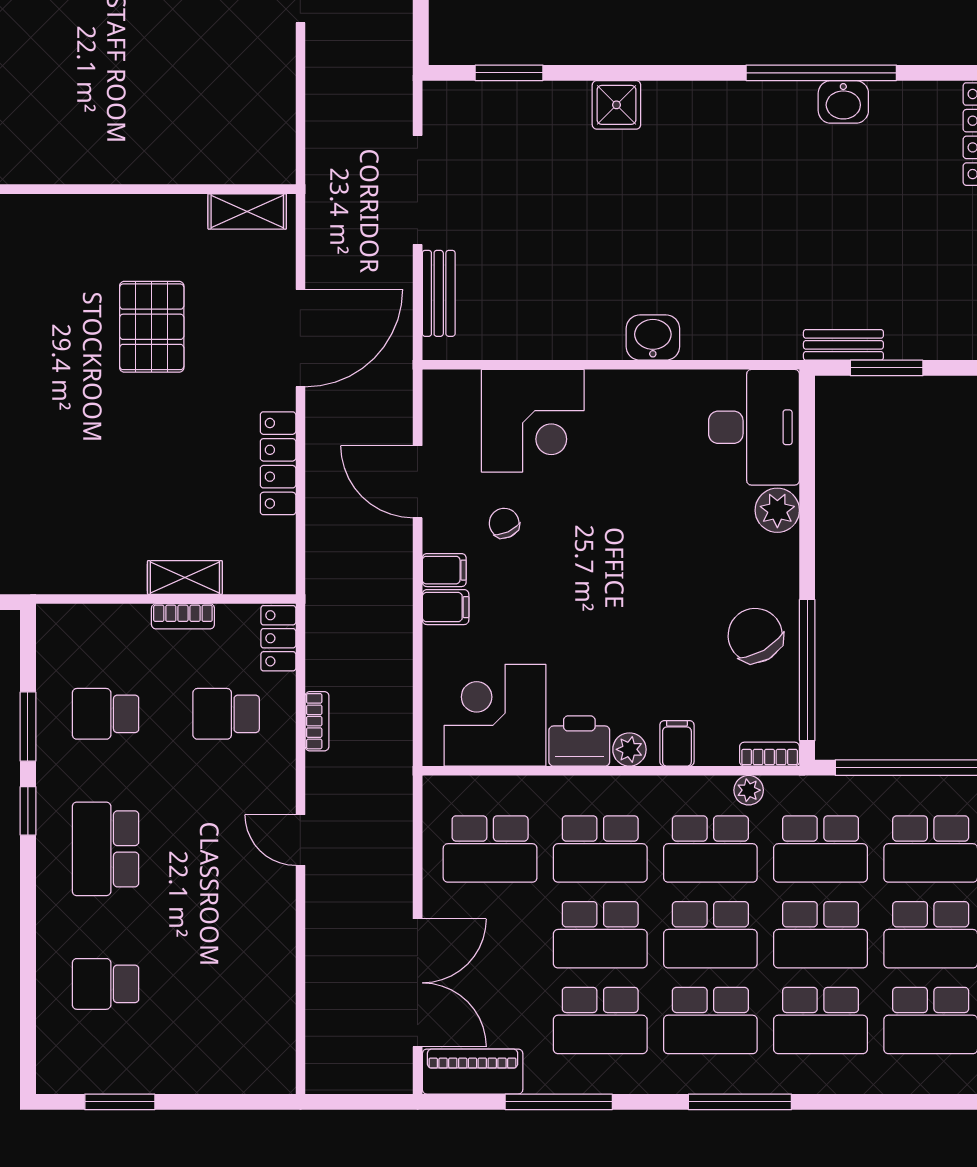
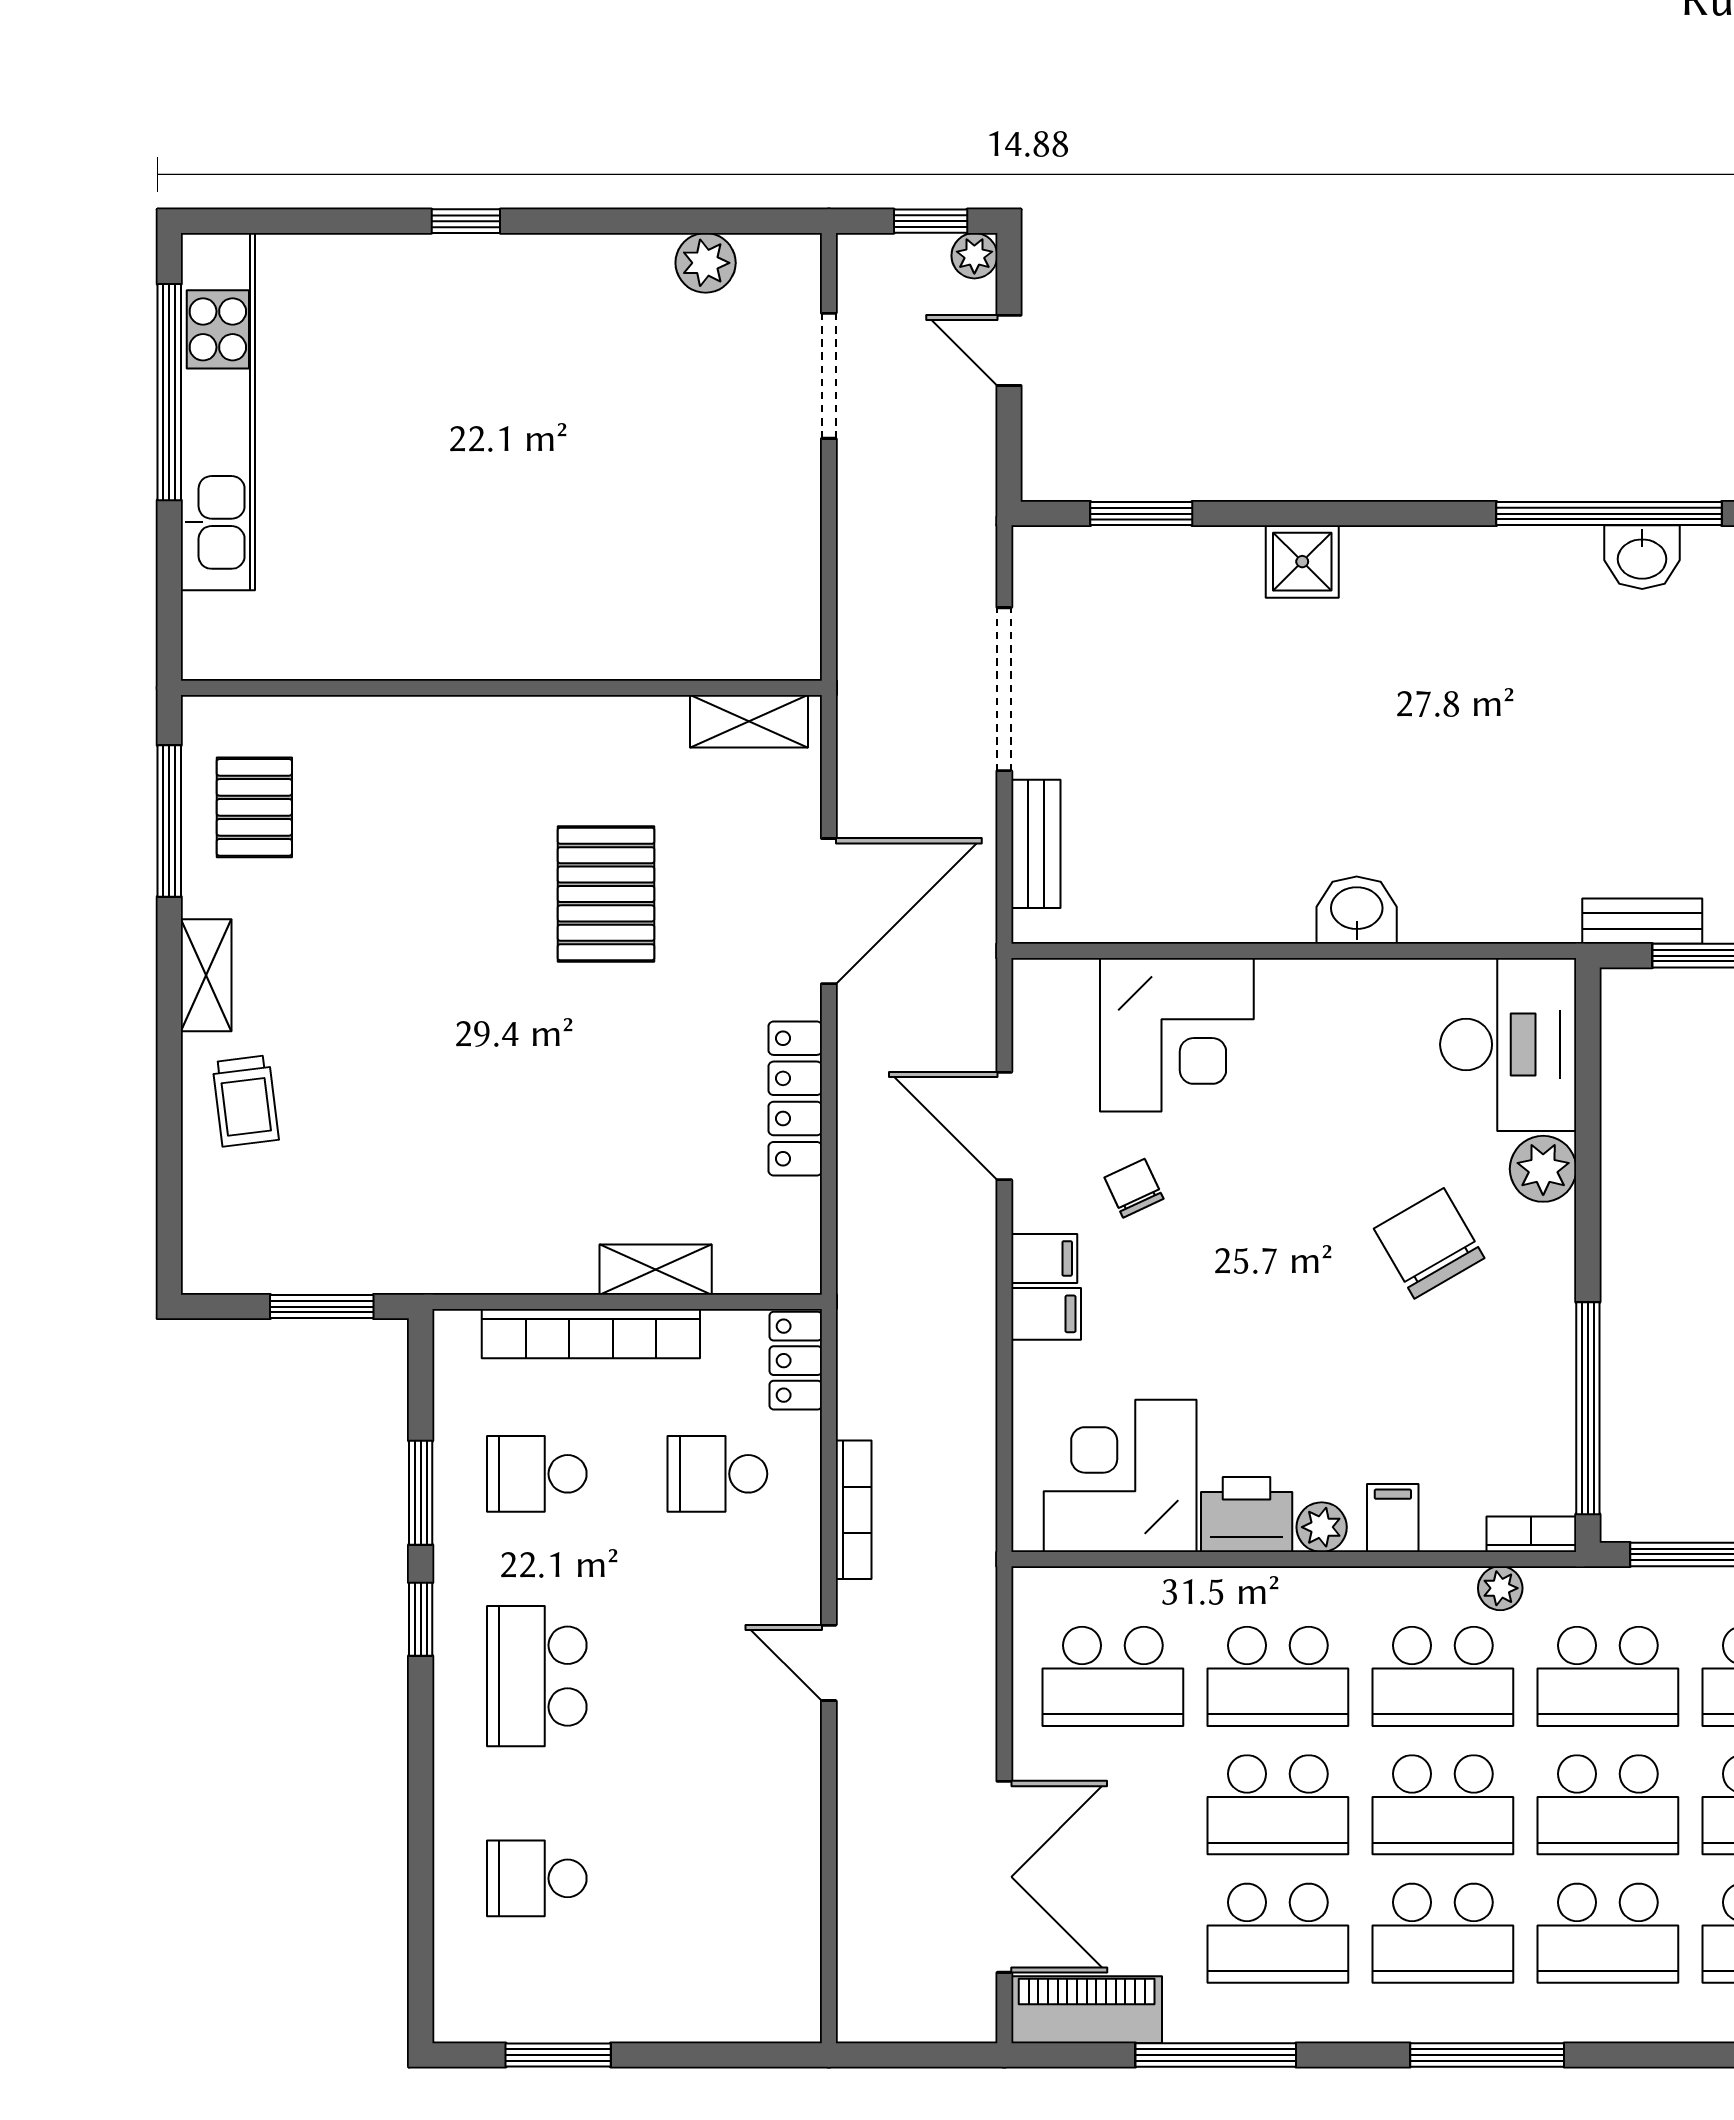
bookcase: (183, 616) -> (591, 1334), width x2.31, depth x1.31
chair: (755, 635) -> (1429, 1243), moved
bookcase: (317, 721) -> (854, 1510), width x1.56

